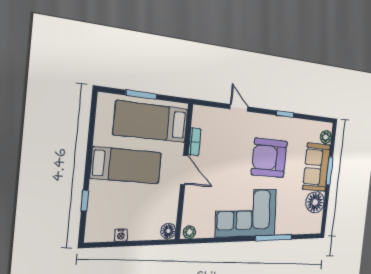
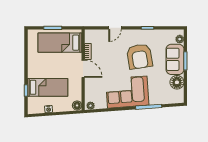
door: (239, 108) -> (115, 28), swing flipped
armchair: (269, 158) -> (139, 56), turned -99
bed: (126, 165) -> (48, 87), moved

